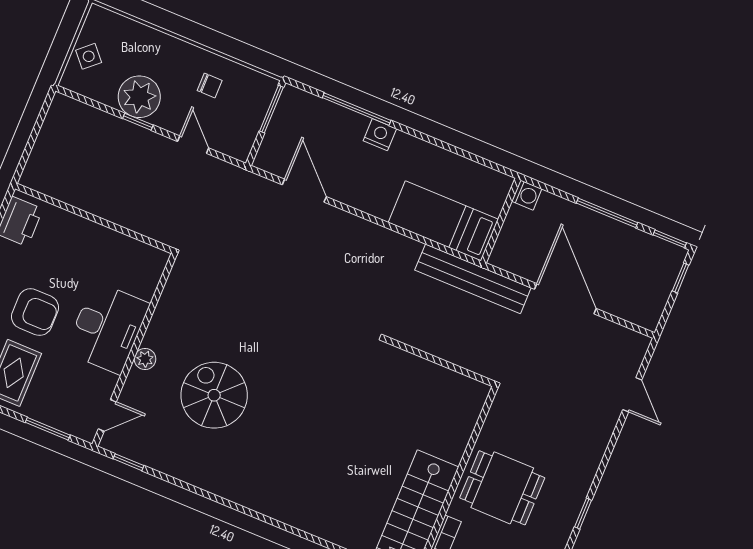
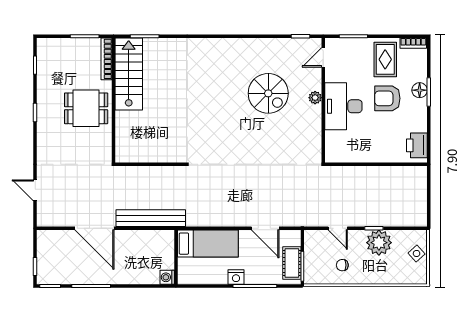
cot: (285, 121) -> (292, 263), added
washing machine: (527, 195) -> (167, 277), moved
wall: (501, 220) -> (176, 257), moved
bed: (443, 221) -> (208, 244), moved

